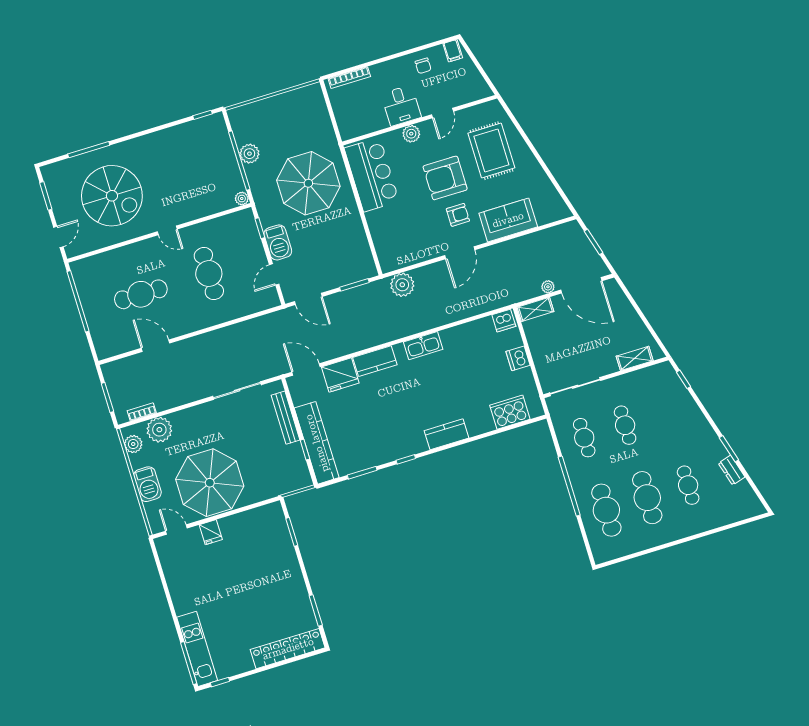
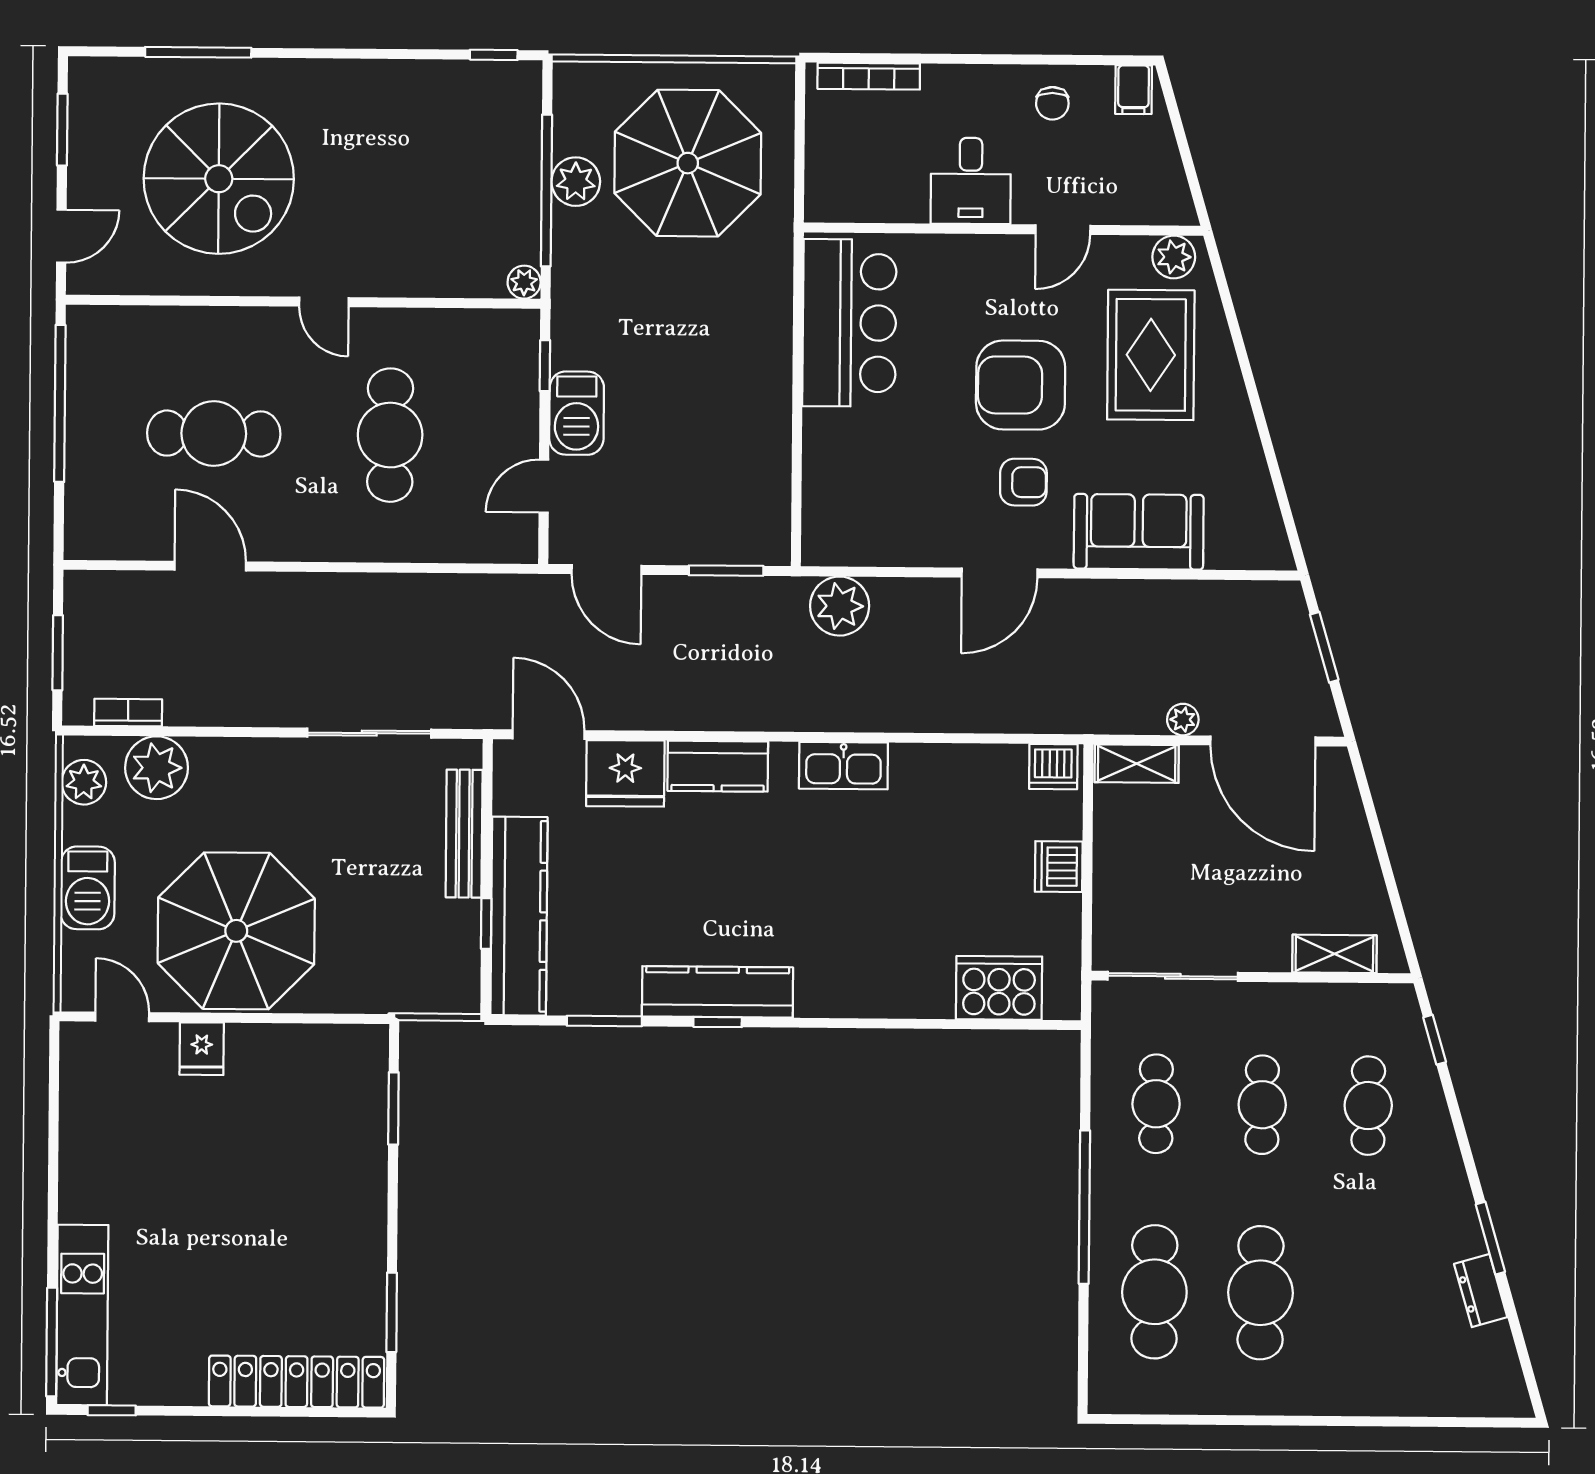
plant: (411, 134) -> (1174, 257), moved
parasol: (308, 183) -> (688, 163), moved
kitchen counter: (446, 434) -> (717, 992), moved, width x1.50
cafe table: (688, 485) -> (1368, 1106), moved

